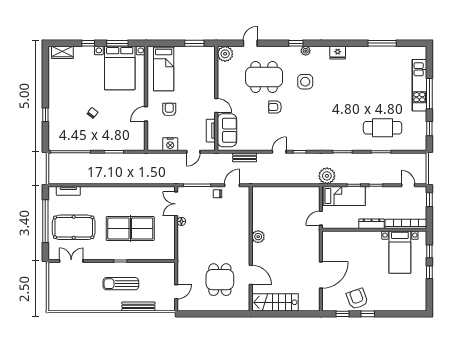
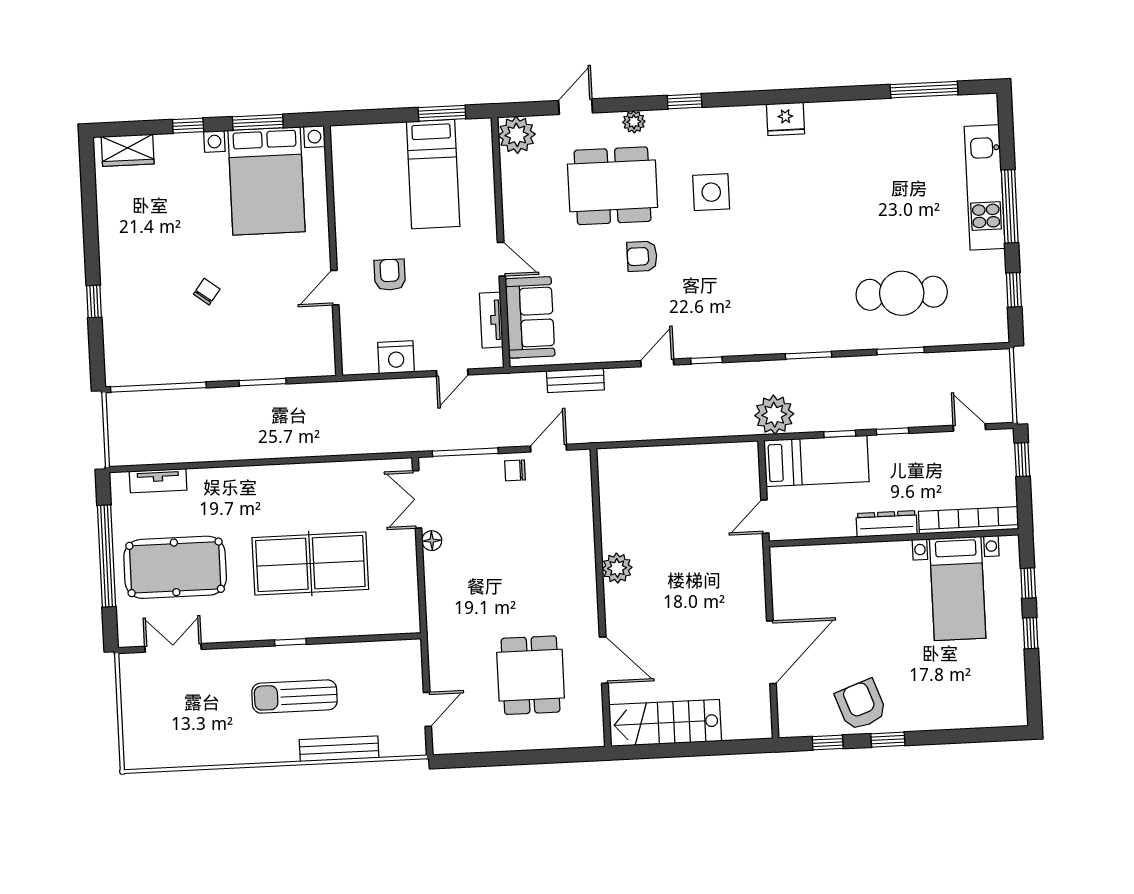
window: (382, 43) -> (924, 90), moved
plant: (306, 51) -> (634, 122), moved
bed: (164, 68) -> (433, 174), moved

